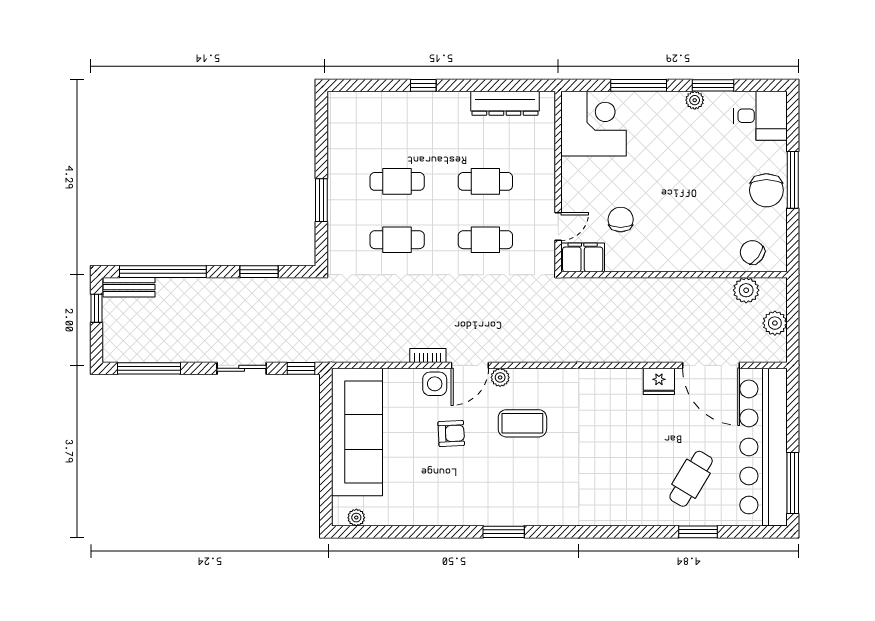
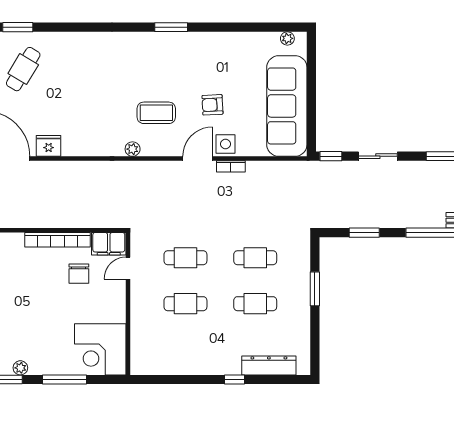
dresser: (505, 103) -> (269, 365), moved
bookcase: (648, 262) -> (57, 240), added
plant: (500, 377) -> (133, 149), moved

